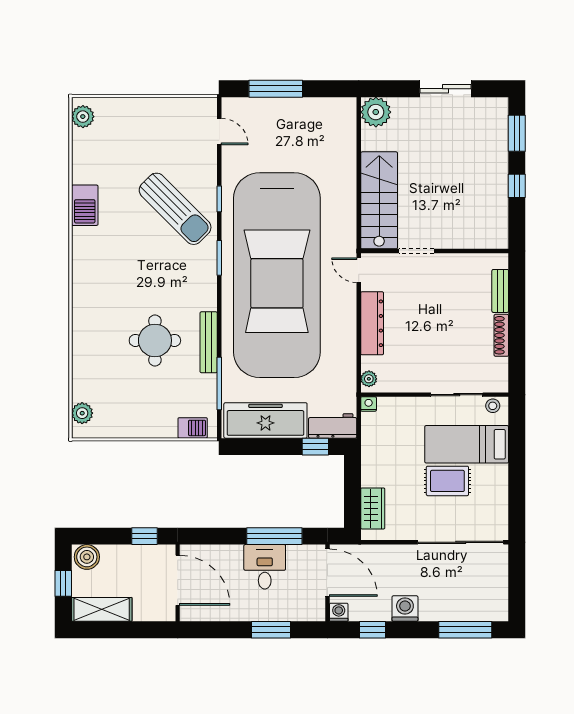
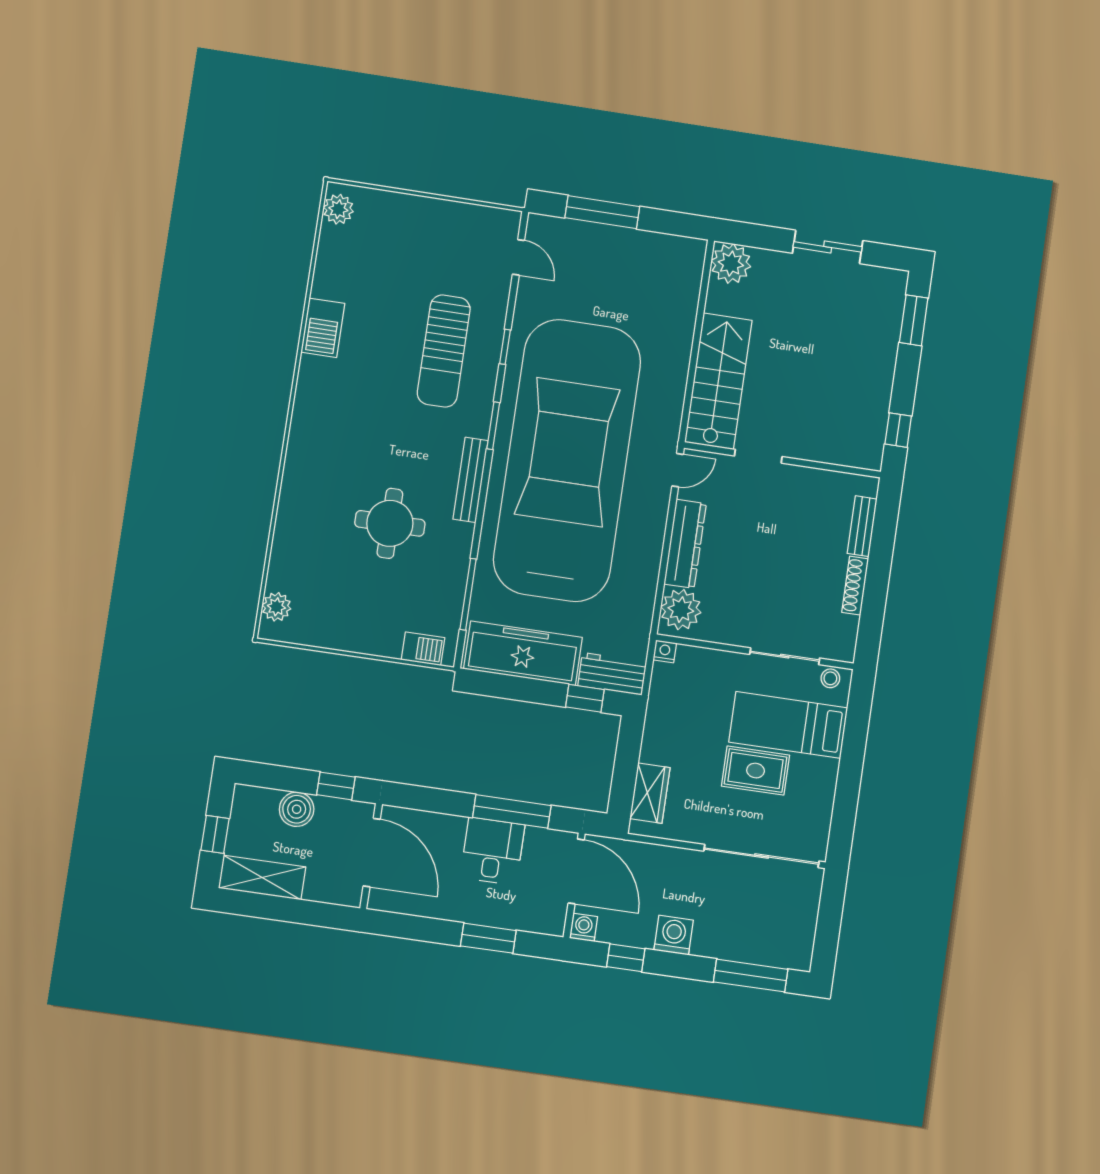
window: (517, 186) -> (898, 430), moved
sun lounger: (175, 209) -> (444, 351), turned 45
door: (359, 270) -> (678, 470), swing flipped
car: (277, 275) -> (567, 460), turned 180
bench: (209, 342) -> (471, 480), moved
plant: (369, 379) -> (681, 610), width x1.88, depth x1.88
boiler: (87, 557) -> (297, 809), moved

